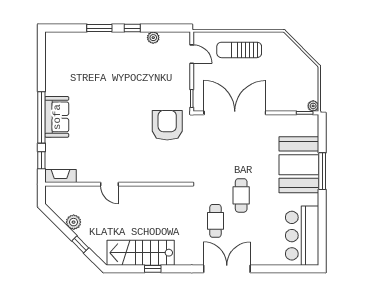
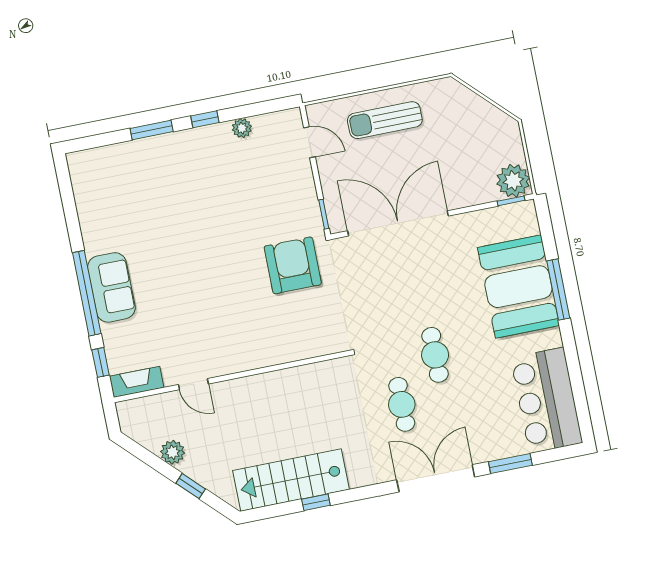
plant: (313, 106) -> (513, 181), width x1.88, depth x1.88
door: (109, 184) -> (193, 384), moved
window: (273, 269) -> (510, 463), added

